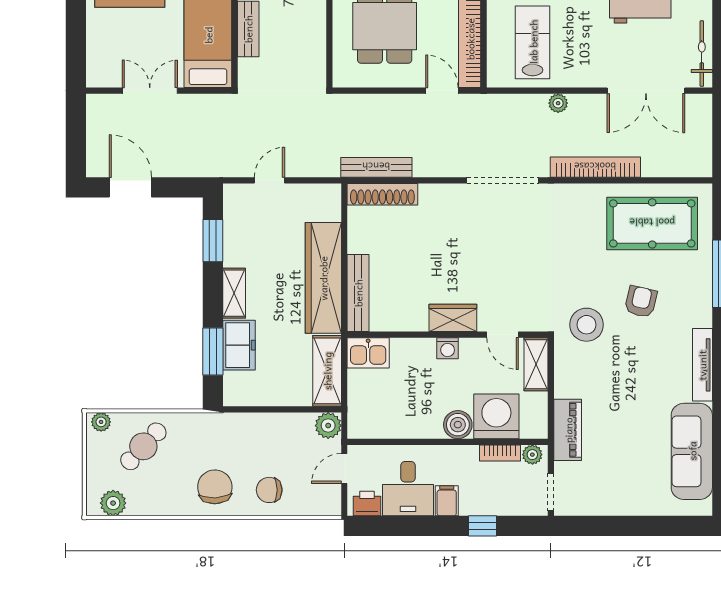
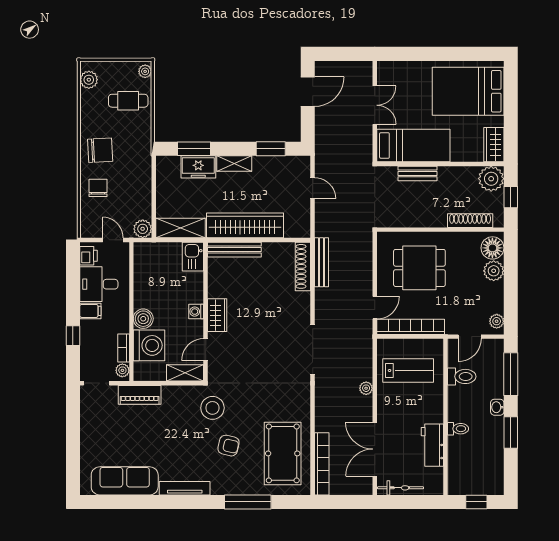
bookcase: (595, 167) -> (322, 464), moved
cafe table: (143, 446) -> (128, 101), turned -43

